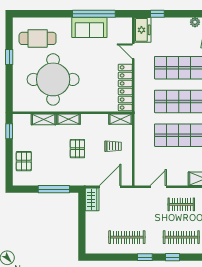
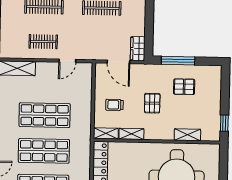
shelving: (69, 119) -> (131, 134), moved
pallet: (24, 161) -> (184, 87), moved, turned 90
door: (110, 187) -> (118, 62), hinge flipped

